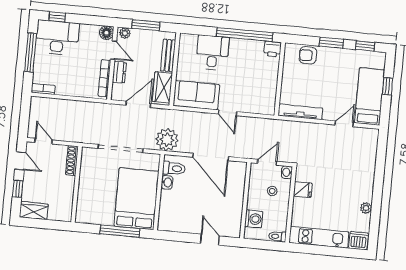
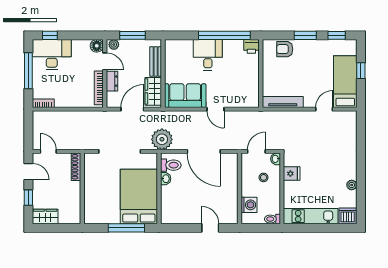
desk: (213, 53) -> (208, 55), moved

